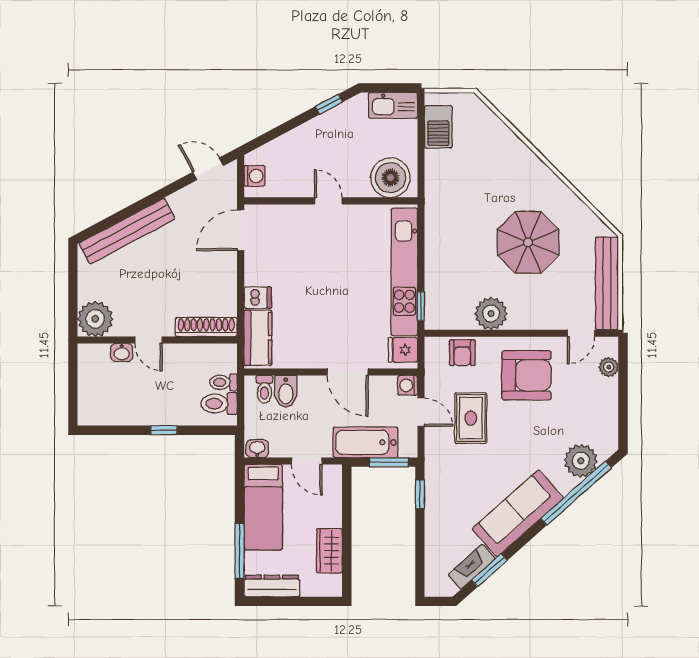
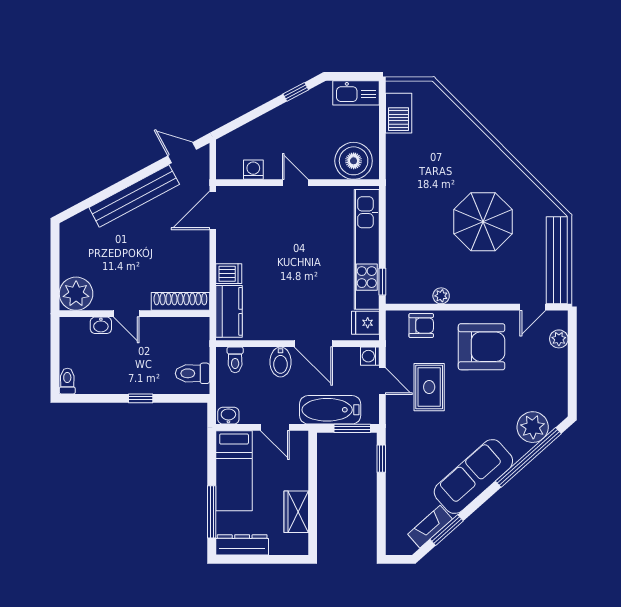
washing machine: (254, 176) -> (253, 170), moved, turned -90
bench: (127, 231) -> (134, 196), moved
plant: (491, 314) -> (441, 296), width x0.53, depth x0.53
armchair: (462, 353) -> (421, 326), turned -90
toilet: (223, 382) -> (67, 381), moved, turned 90
bidet: (286, 392) -> (280, 362), moved

